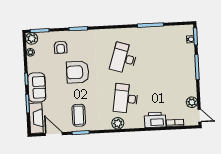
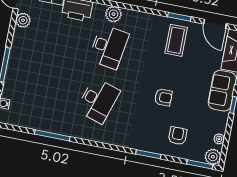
armchair: (78, 72) -> (163, 97), width x0.53, depth x0.53
plant: (118, 123) -> (114, 14), moved

